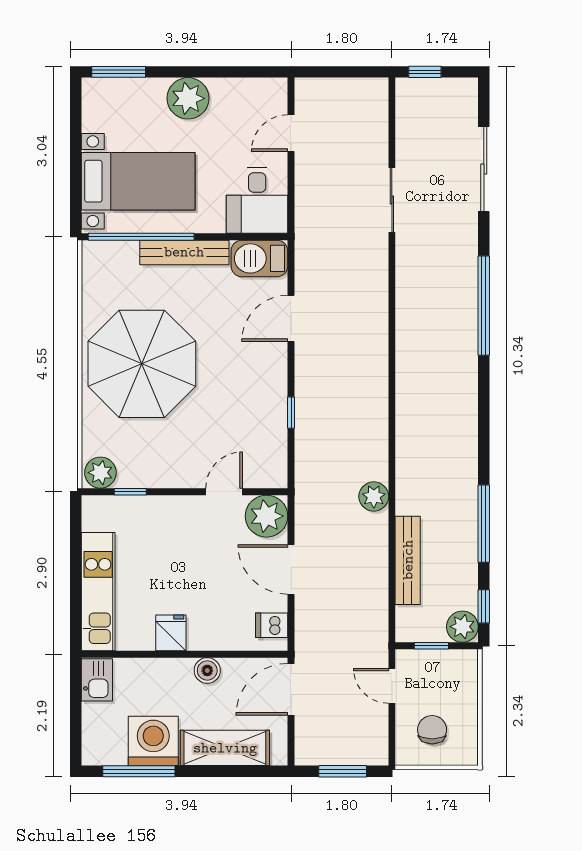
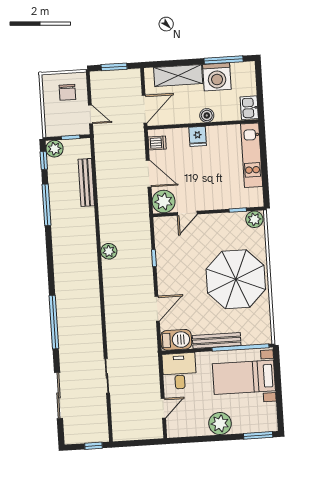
plant: (374, 496) -> (109, 251), moved
fridge: (171, 633) -> (198, 136), moved
boiler: (207, 670) -> (207, 115), moved

